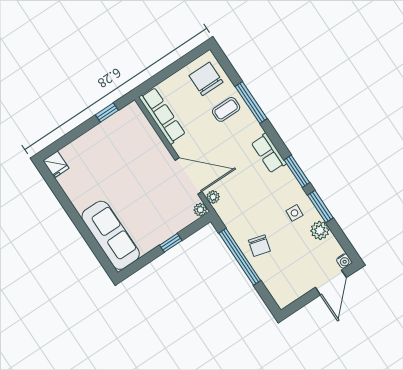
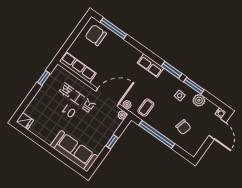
window: (251, 103) -> (113, 28), moved
coffee table: (226, 109) -> (146, 108), moved
chair: (259, 246) -> (183, 127), moved

